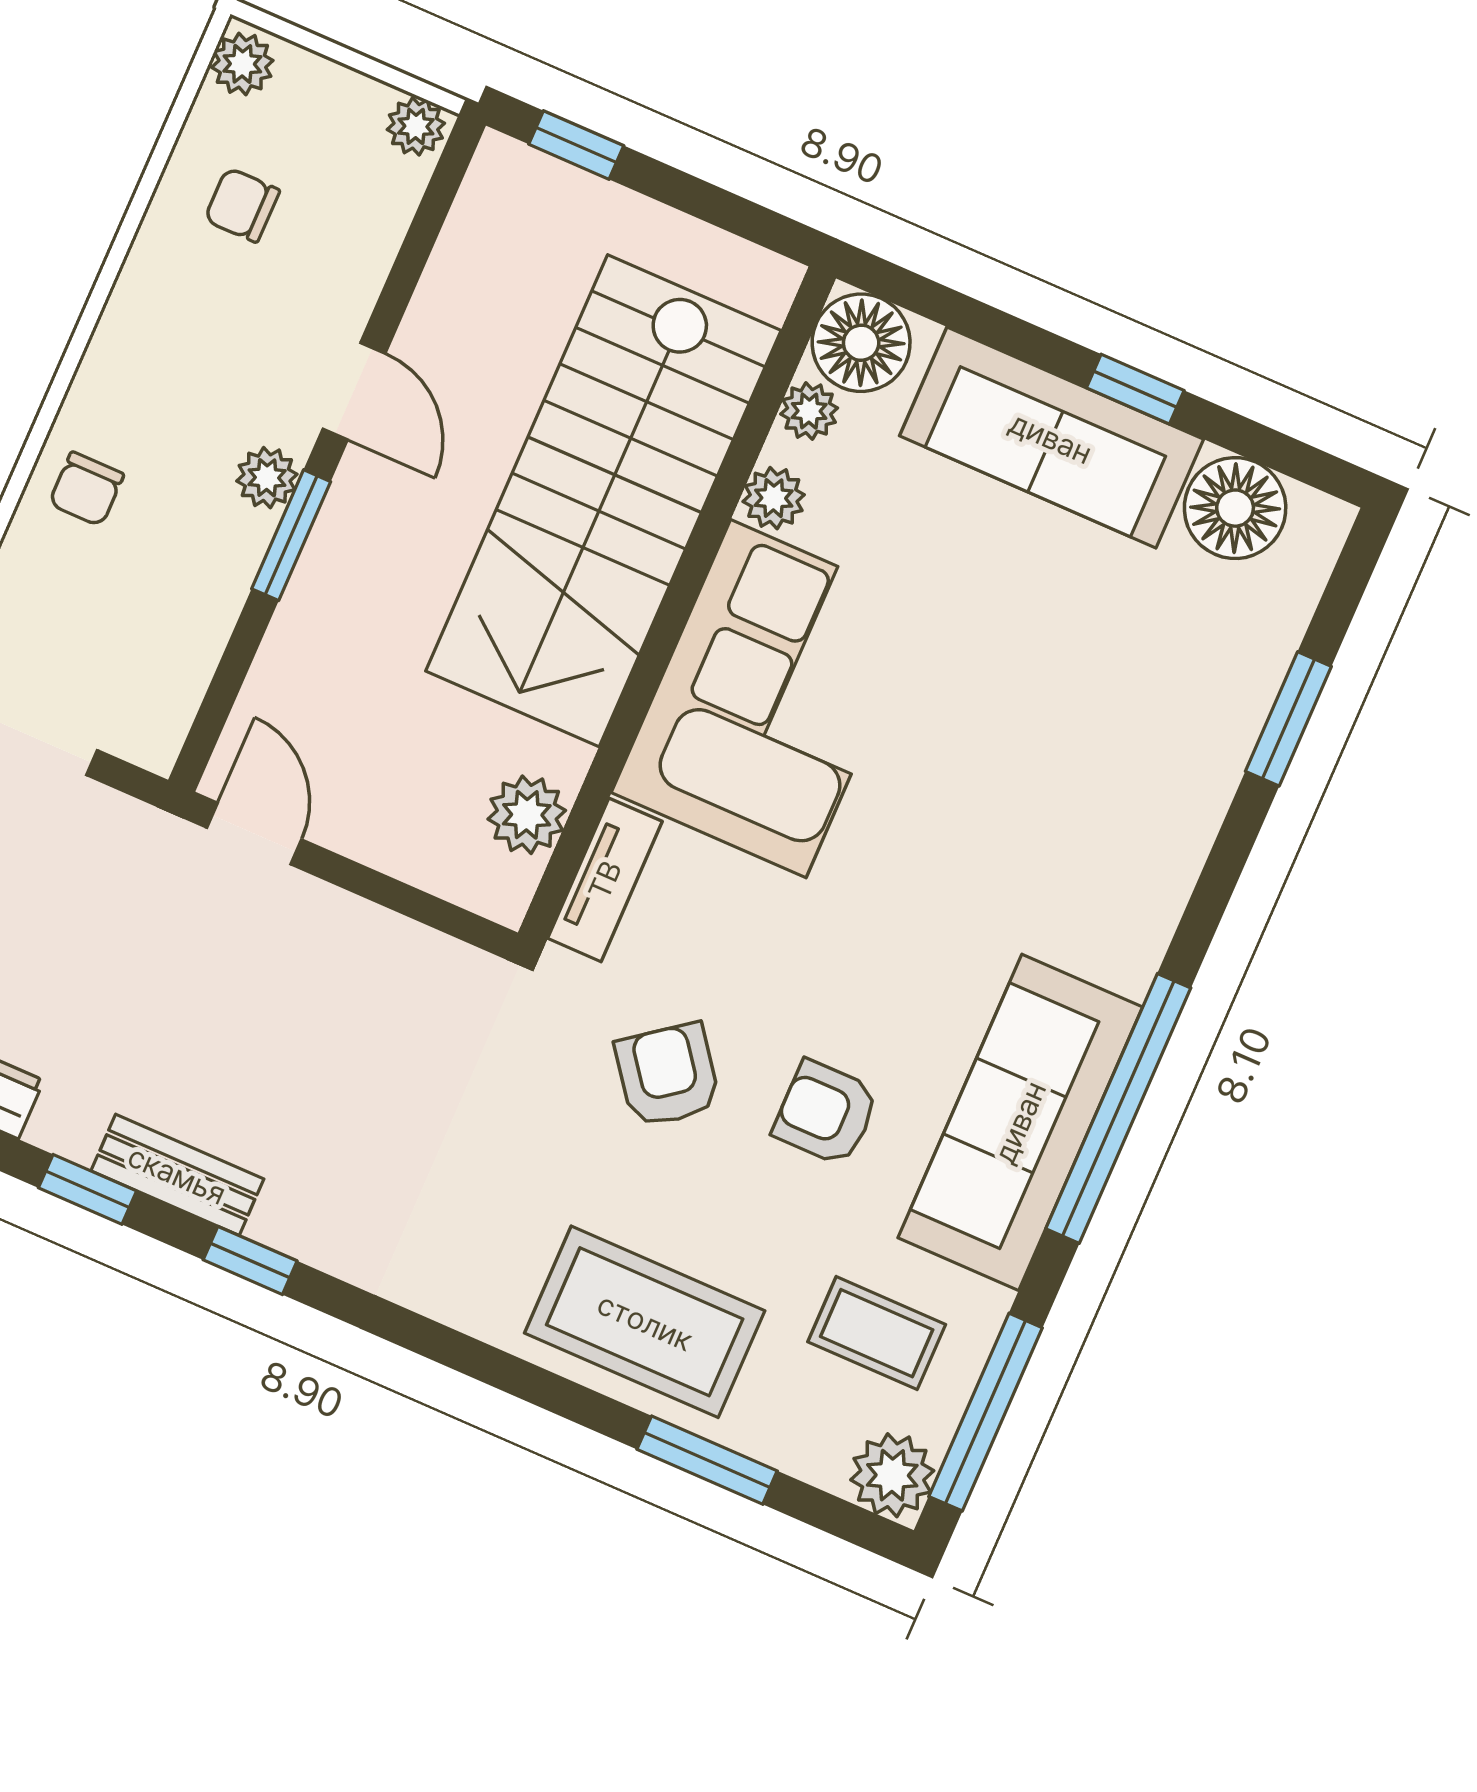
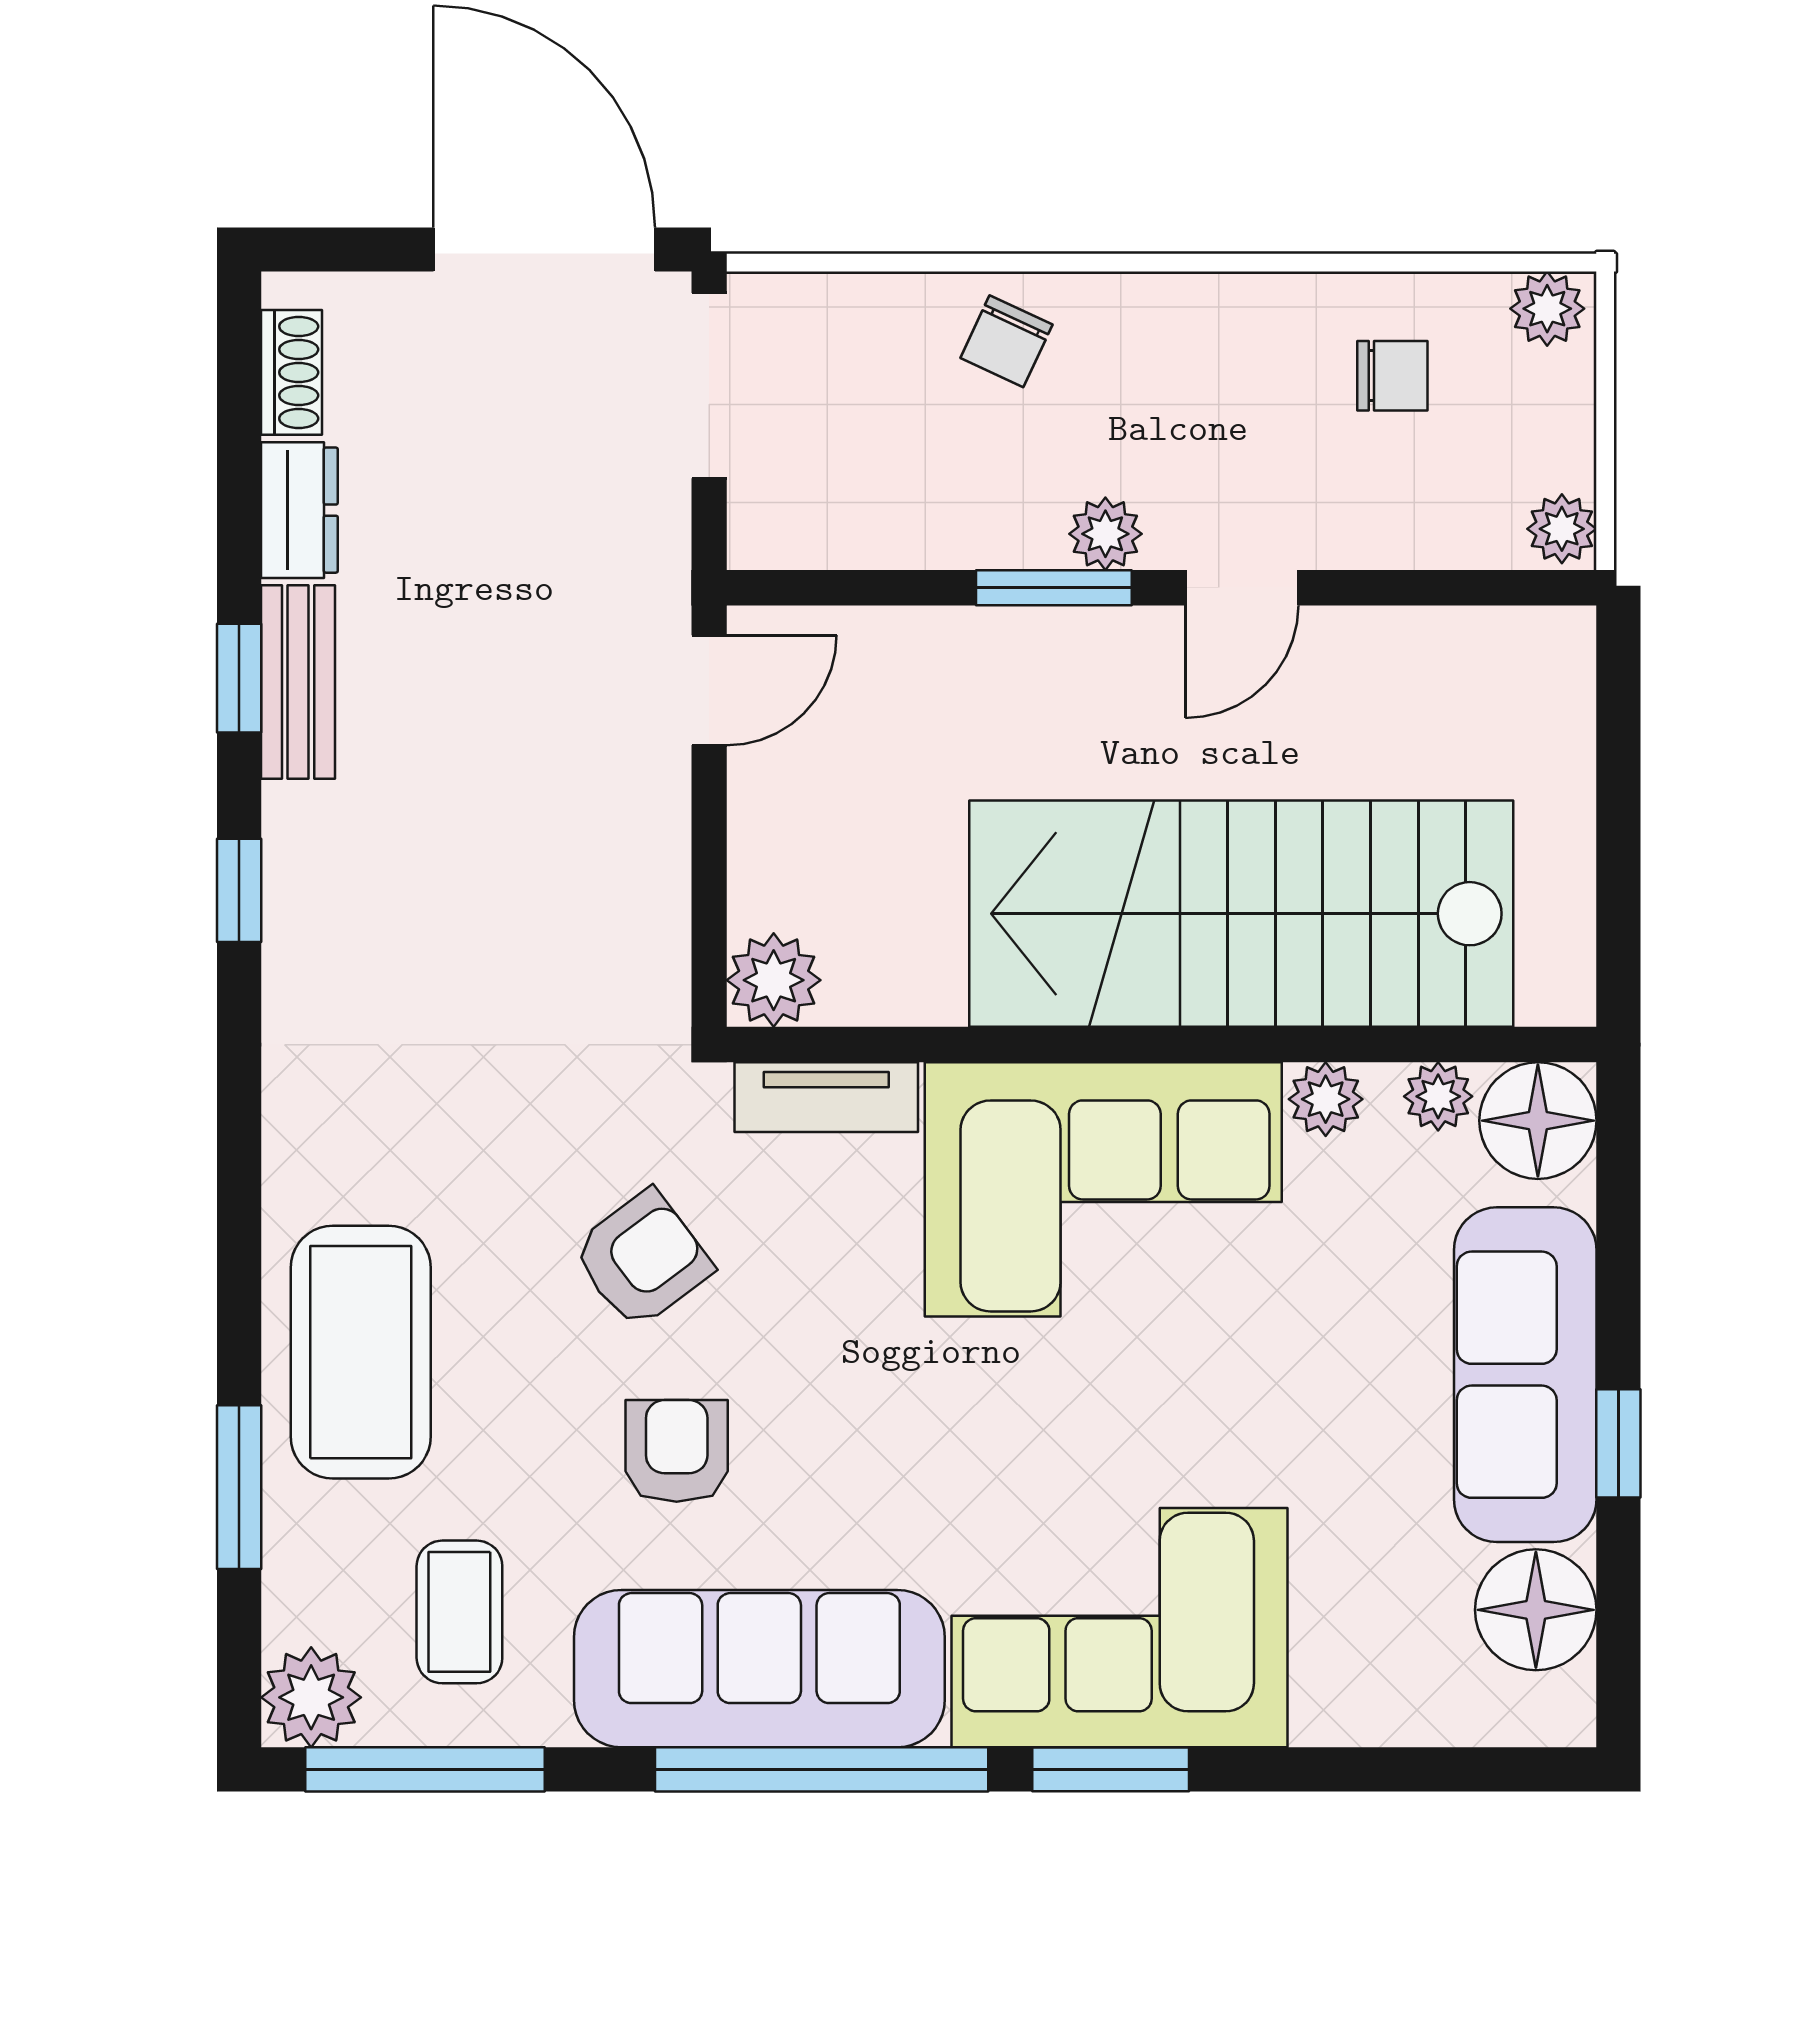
window: (576, 145) -> (1618, 714), removed
chair: (242, 205) -> (1392, 376), turned 90
chair: (86, 489) -> (1006, 341), turned -65
window: (1288, 719) -> (1111, 1769), moved
plant: (527, 815) -> (774, 980), moved
corner sofa: (1109, 833) -> (1120, 1628), added
bench: (177, 1175) -> (298, 682), moved

